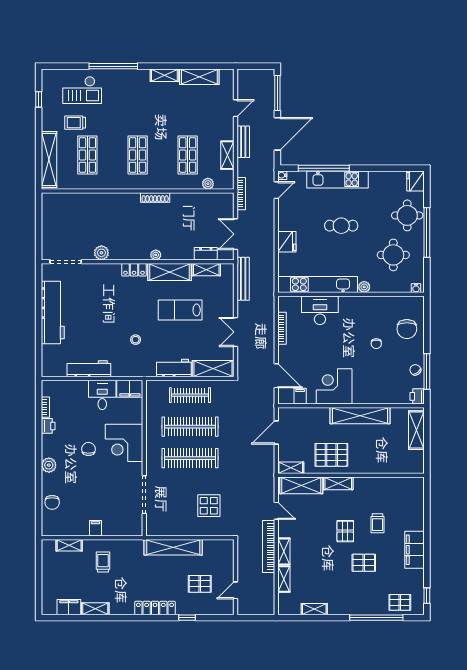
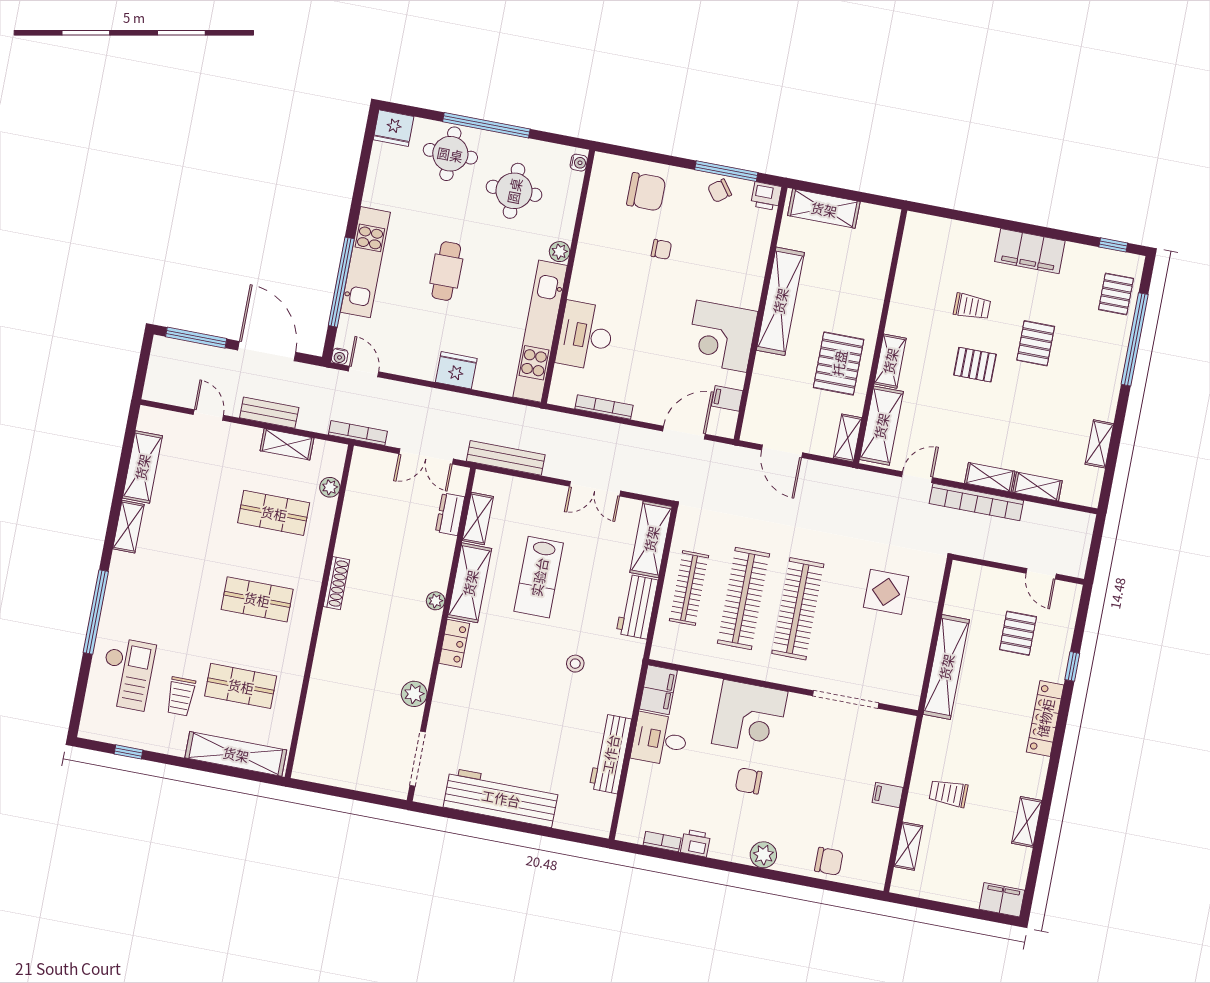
filing cabinet: (69, 607) -> (1002, 900), moved, turned 90

